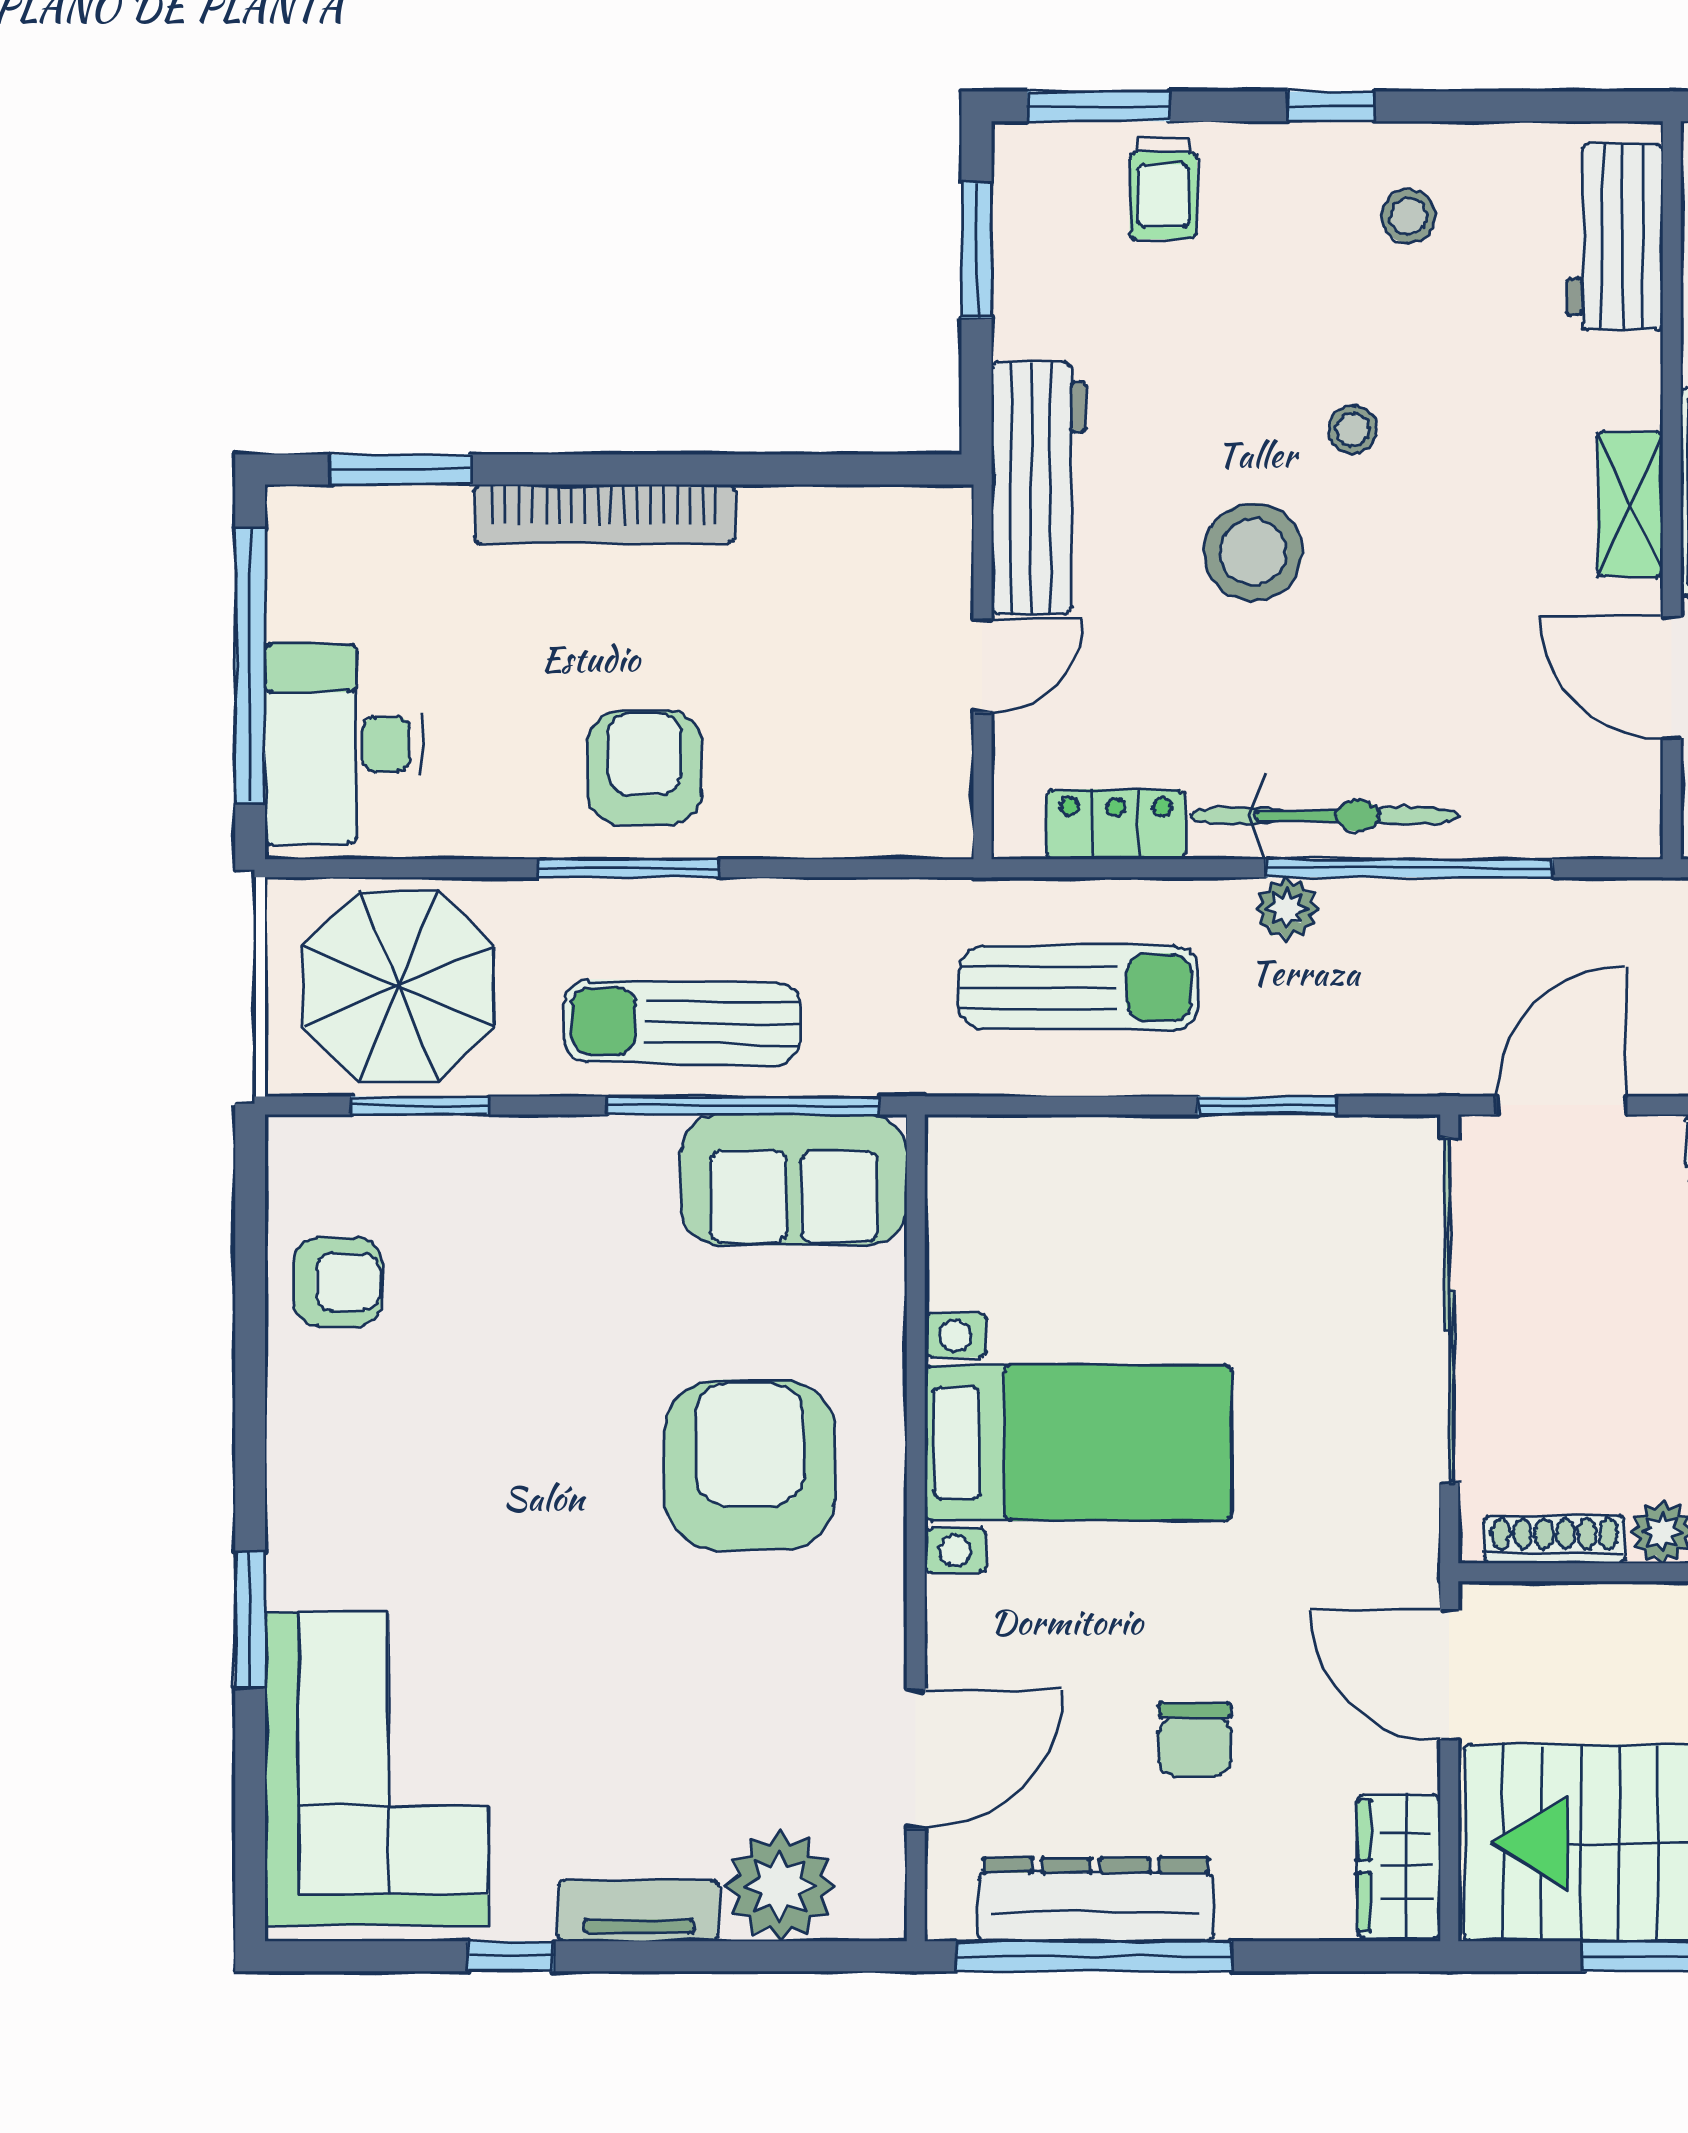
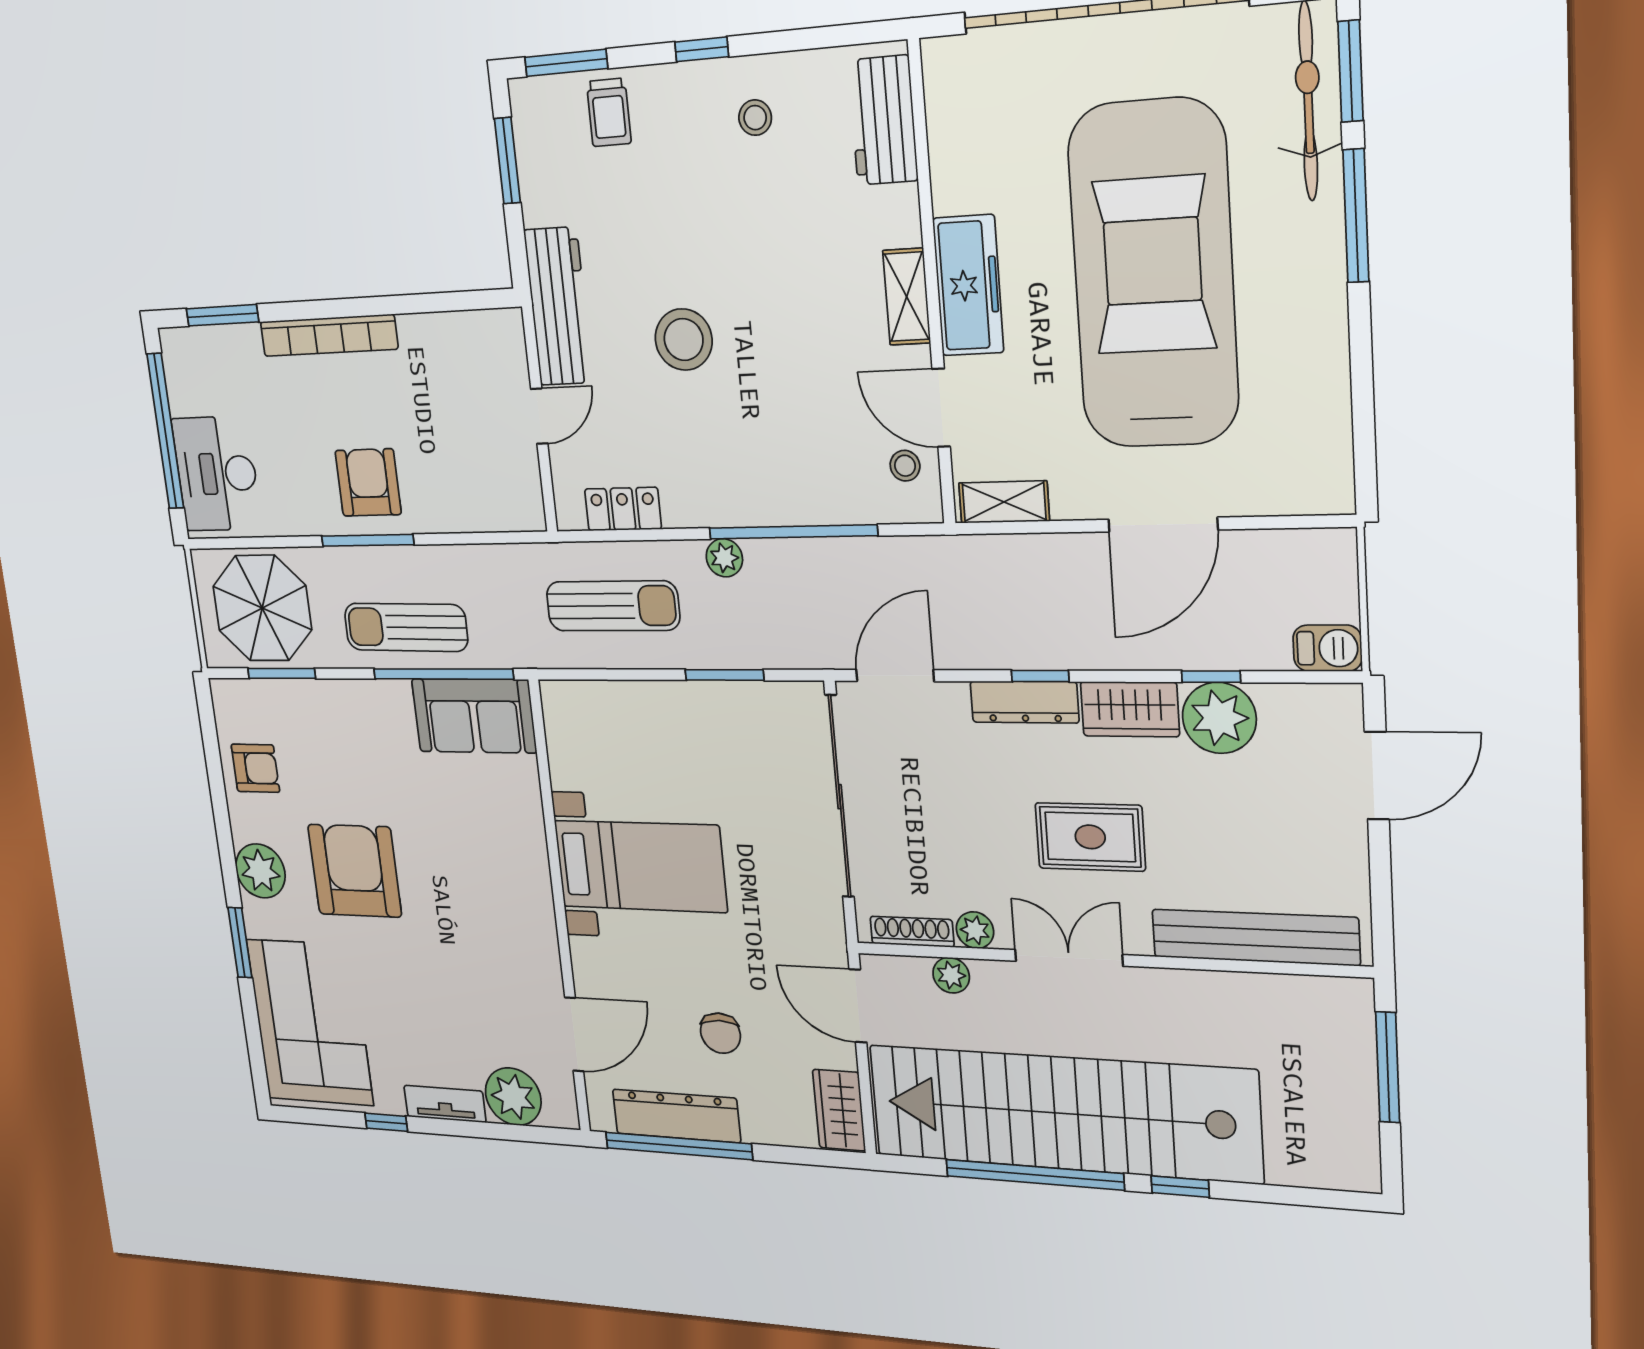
stool: (1353, 429) -> (905, 466), moved
bicycle: (1325, 816) -> (741, 501), removed
armchair: (750, 1465) -> (355, 871), moved
plant: (317, 1477) -> (260, 871), added
plant: (1616, 1612) -> (951, 975), added

